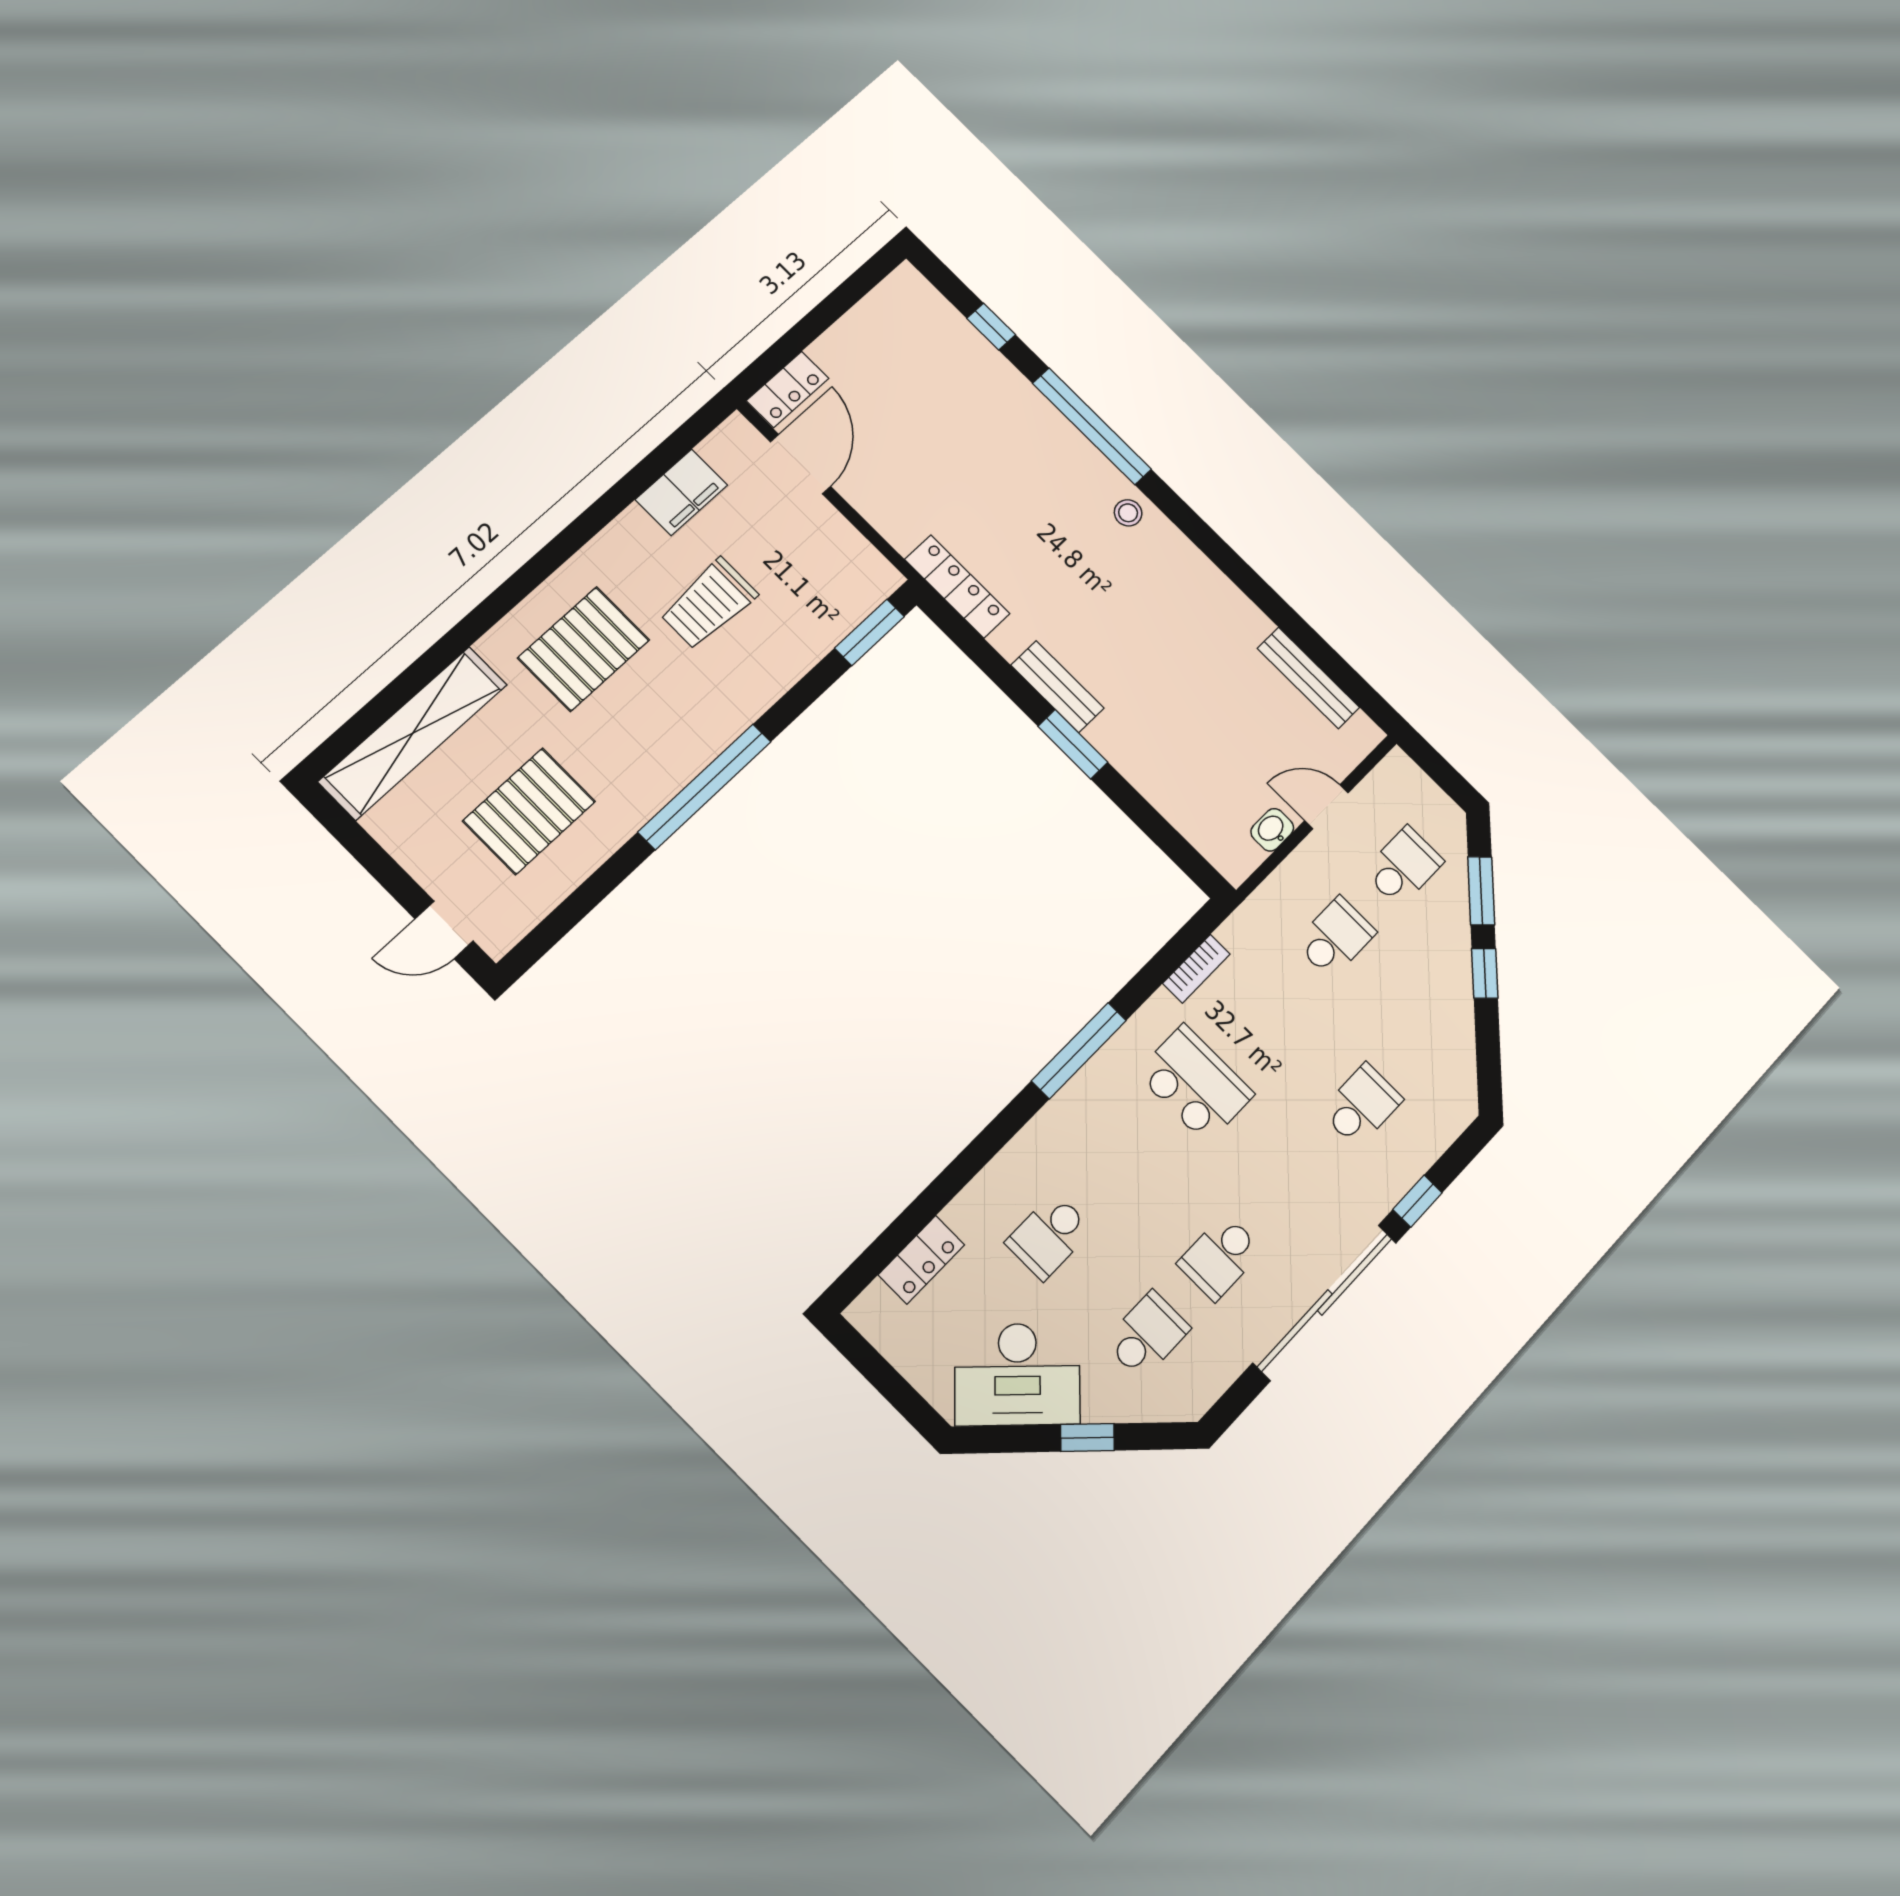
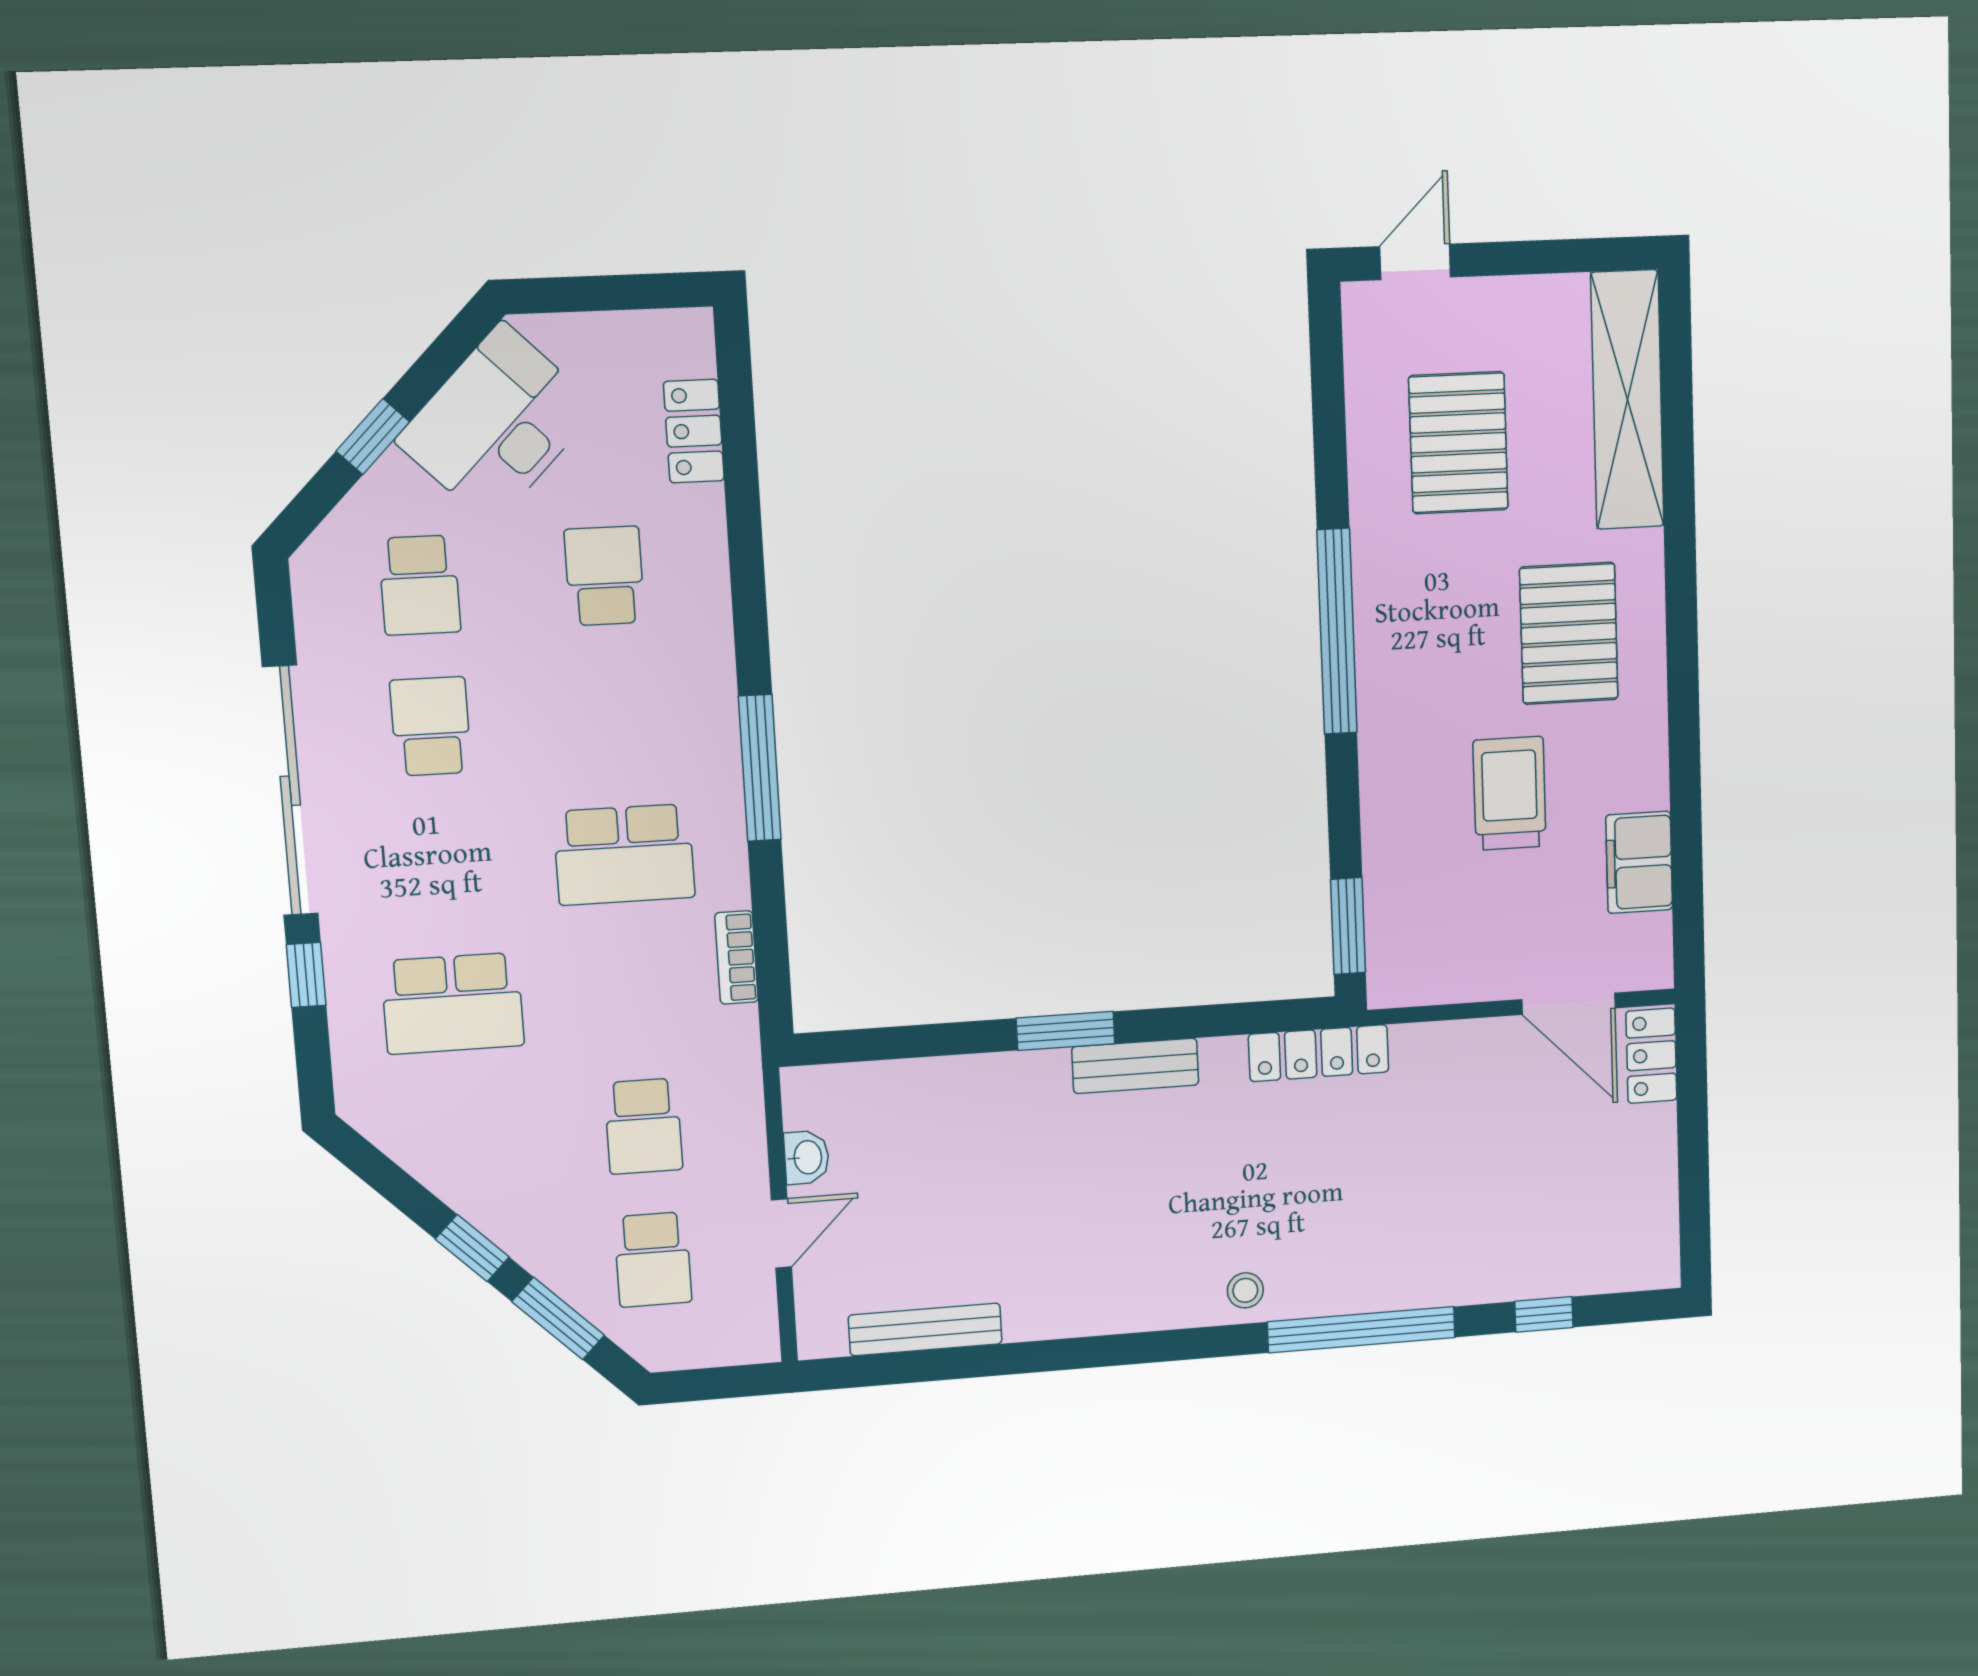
school desk: (1362, 1105) -> (453, 1003), width x1.85

